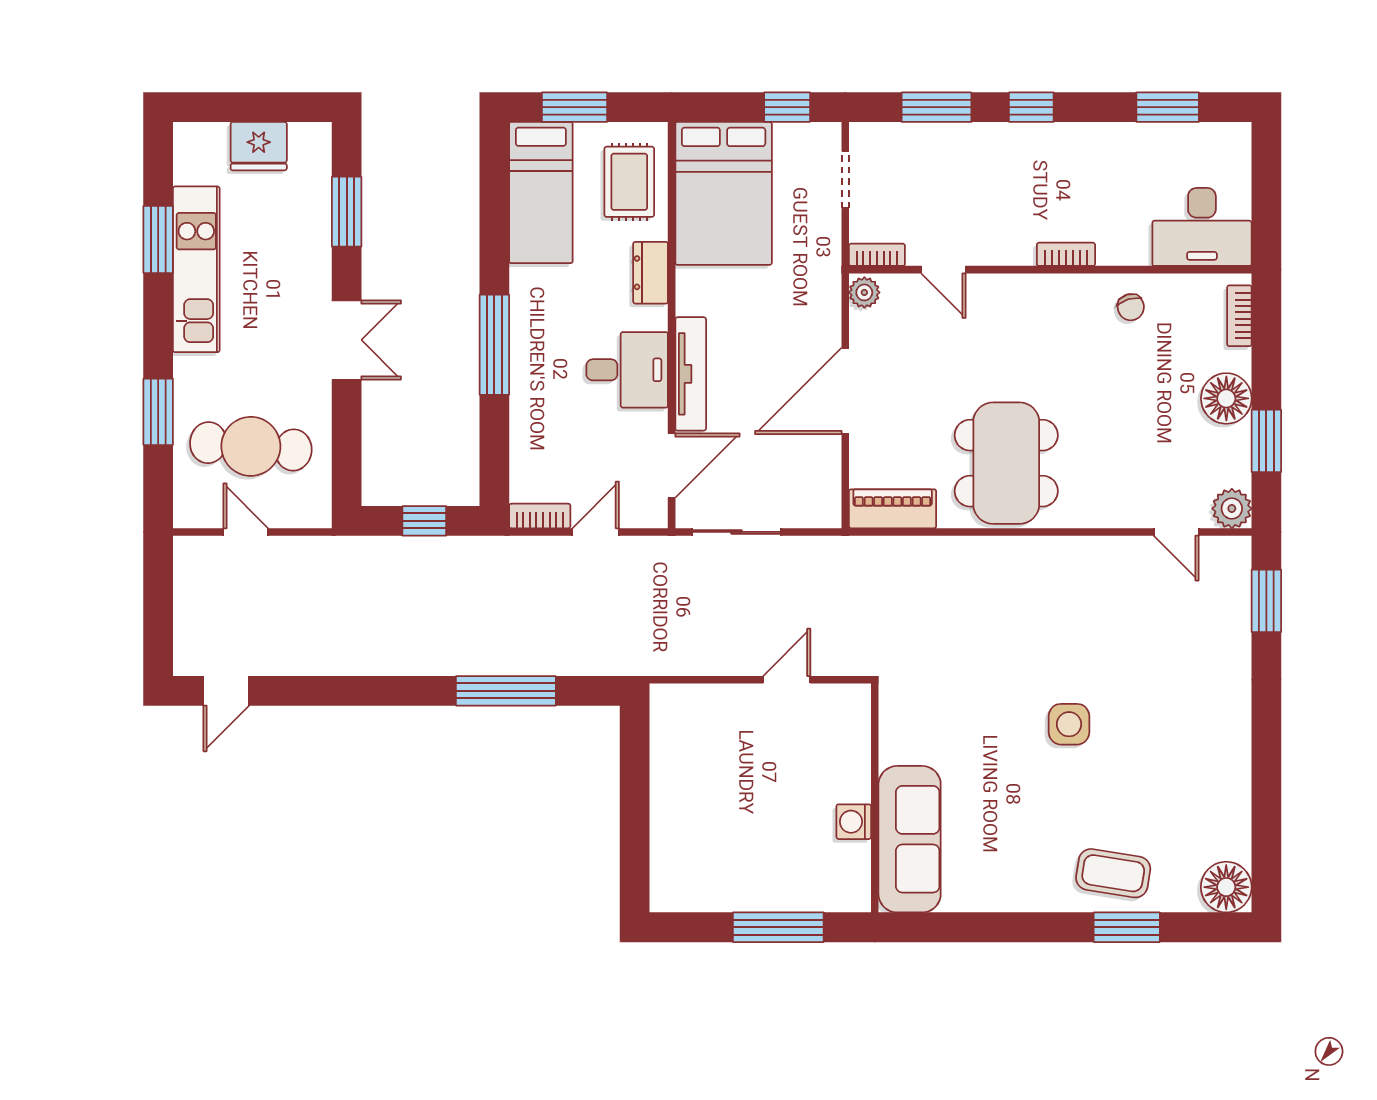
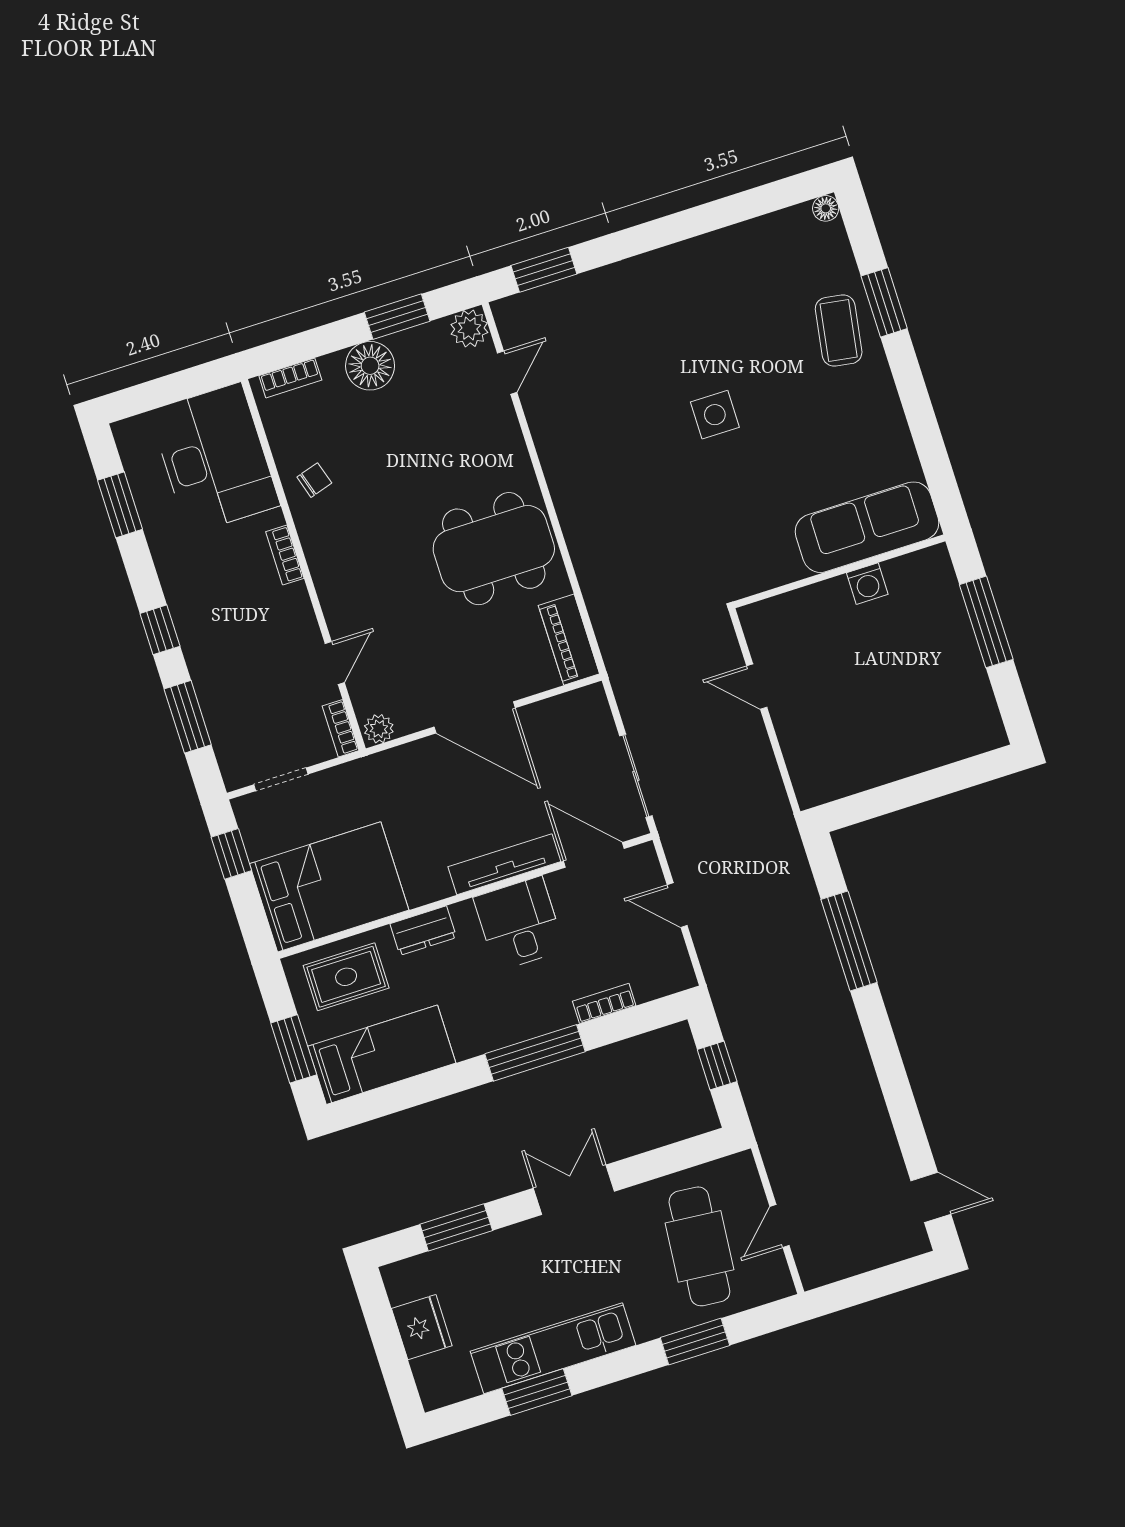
desk: (1202, 227) -> (214, 458), width x1.36, depth x1.30
bookcase: (540, 516) -> (604, 1003), moved, turned 90
floor lamp: (1226, 887) -> (826, 208), width x0.53, depth x0.53

